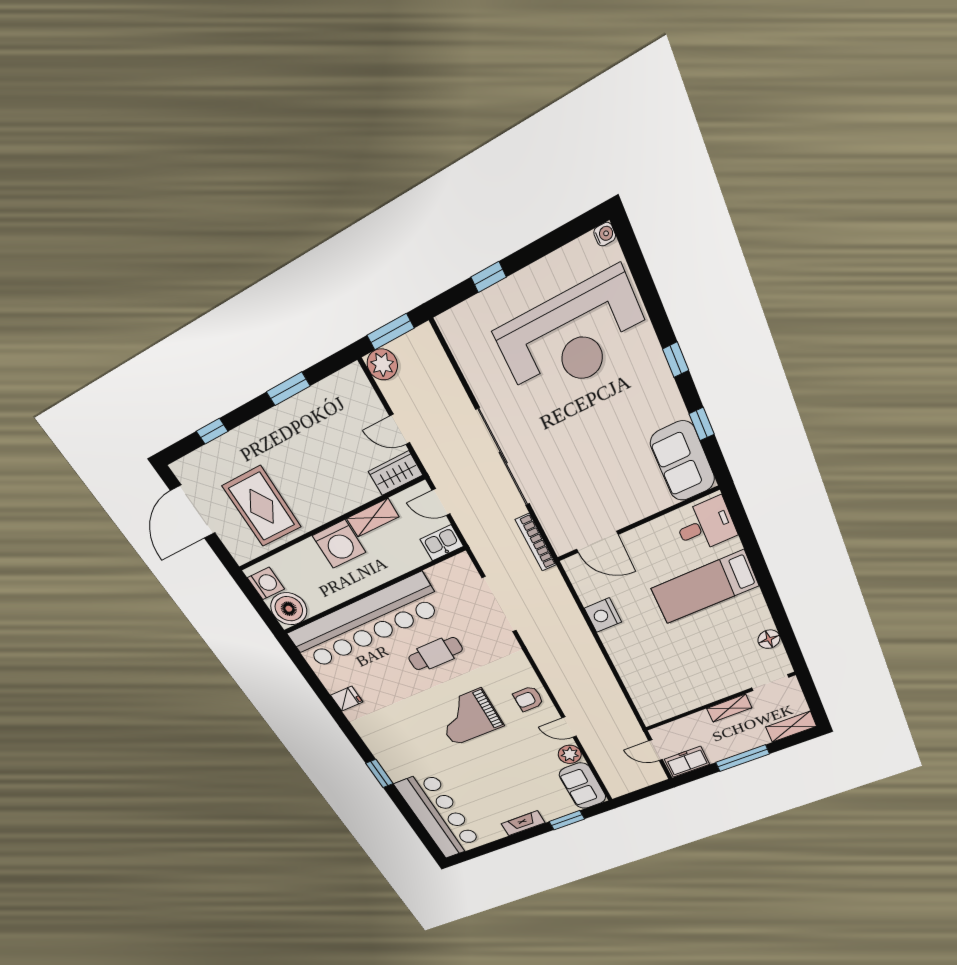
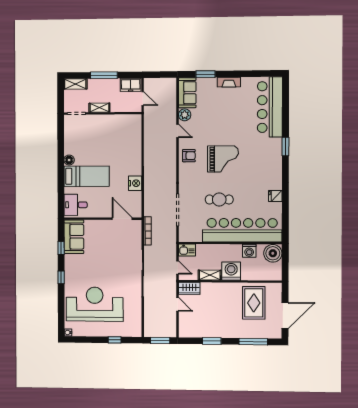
plant: (382, 364) -> (170, 331), removed
window: (212, 431) -> (253, 342), width x2.17
washing machine: (266, 583) -> (249, 251), moved, turned -90
floor lamp: (769, 639) -> (69, 160), moved

